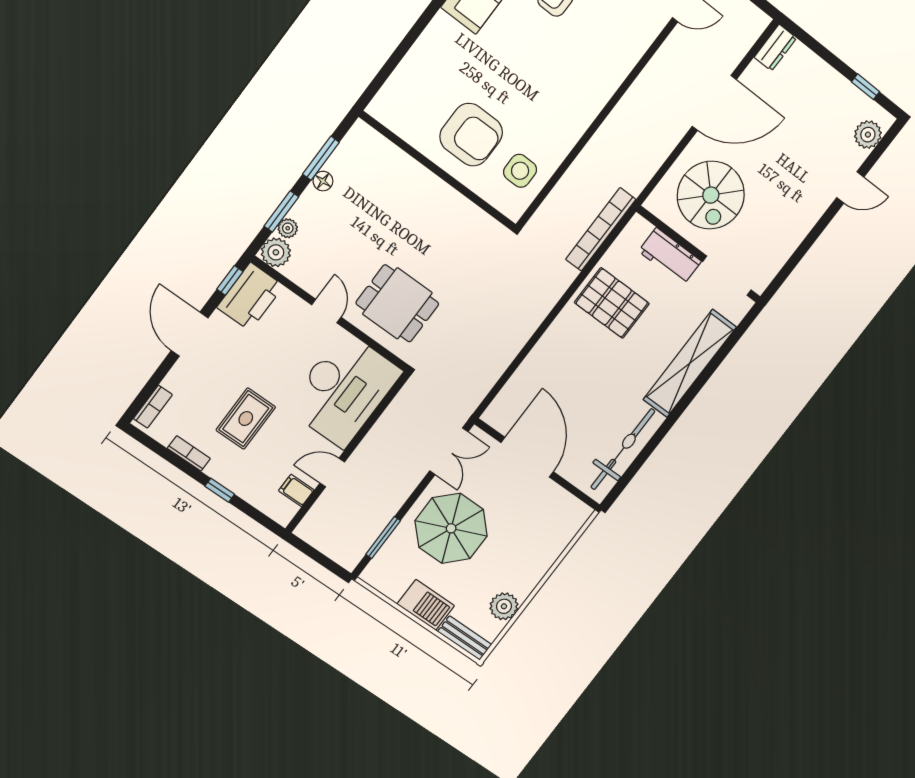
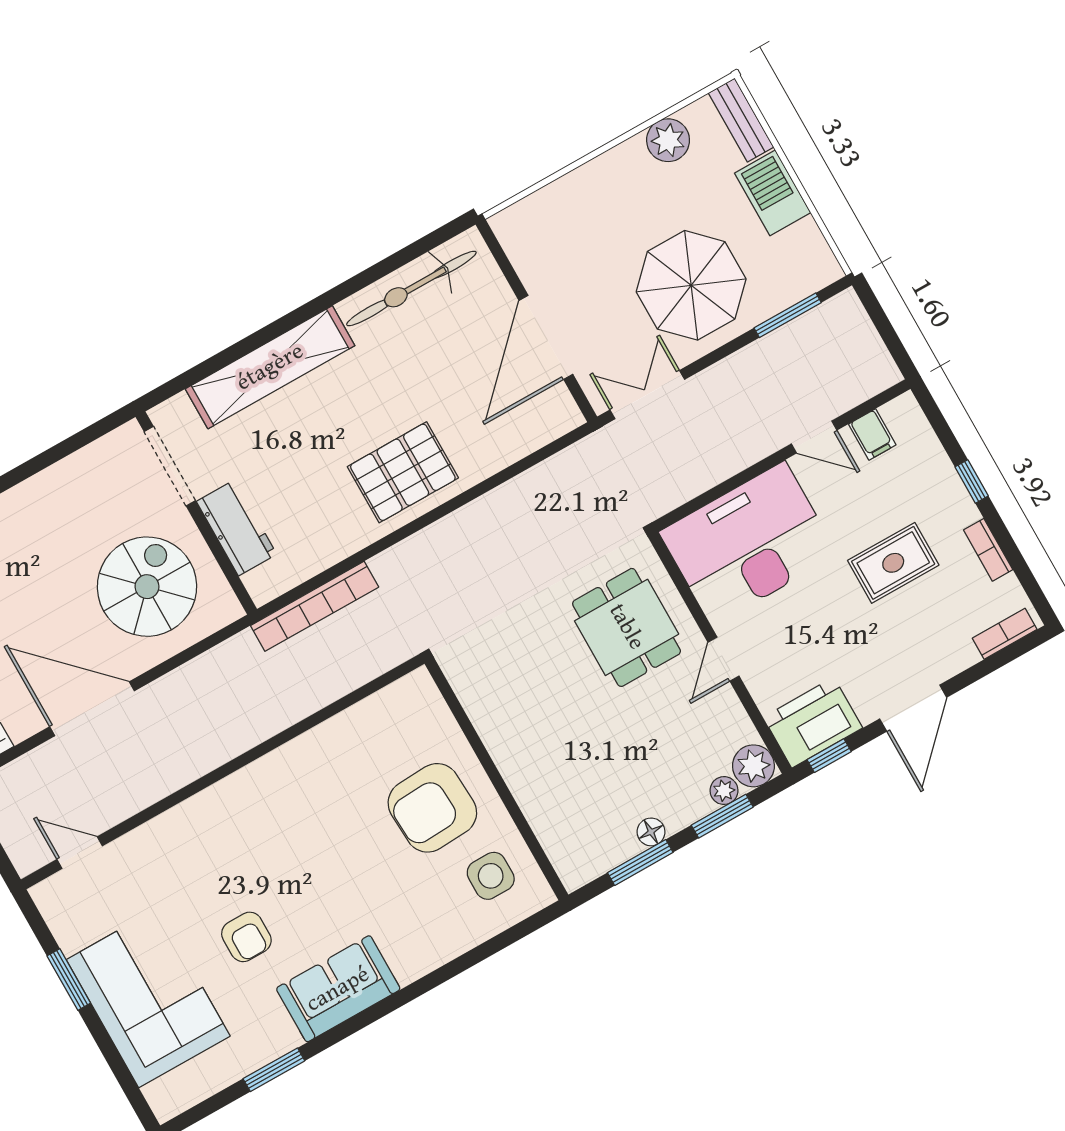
armchair: (471, 135) -> (432, 808), turned -93
side table: (520, 171) -> (491, 876), moved
pallet: (612, 303) -> (403, 472), moved, turned 90

